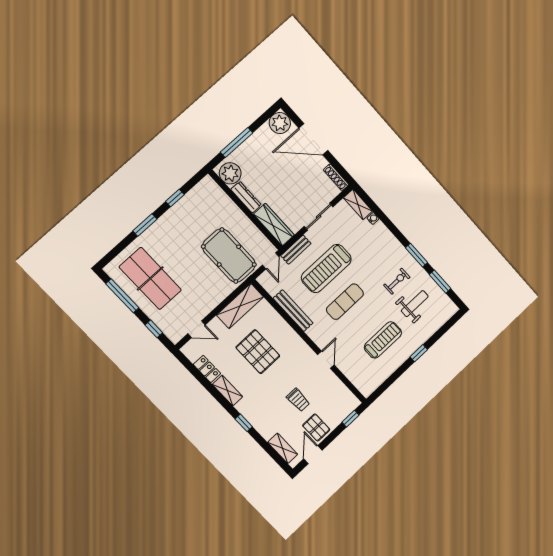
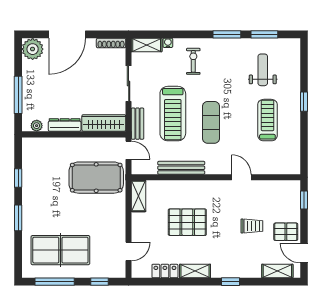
plant: (230, 173) -> (37, 126), width x0.53, depth x0.53
exercise bike: (397, 281) -> (193, 61), moved
shelving: (240, 306) -> (139, 196), width x0.67, depth x0.75

